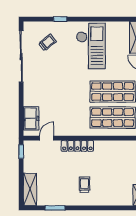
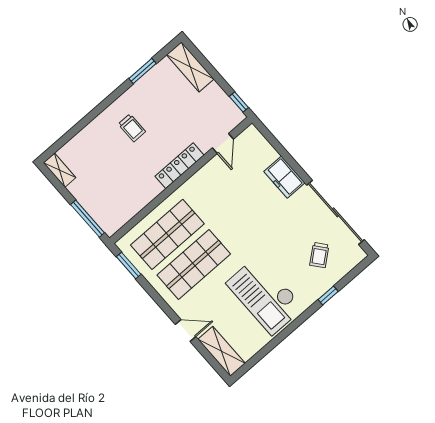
freezer: (31, 118) -> (284, 177), moved

